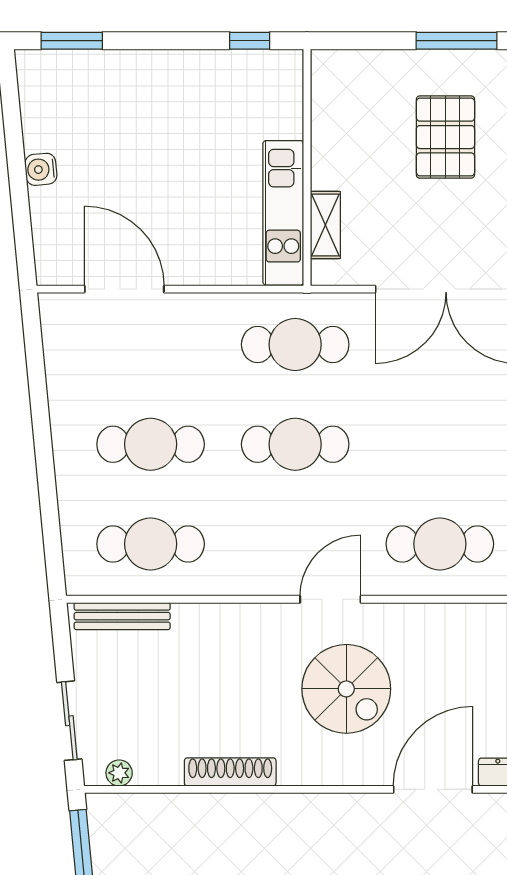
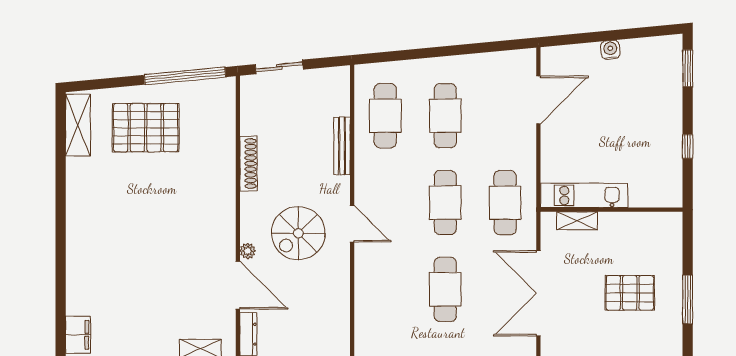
window: (250, 41) -> (688, 146), moved
cafe table: (440, 544) -> (445, 289), moved
bench: (122, 616) -> (342, 146), moved
plant: (119, 773) -> (248, 251), moved

